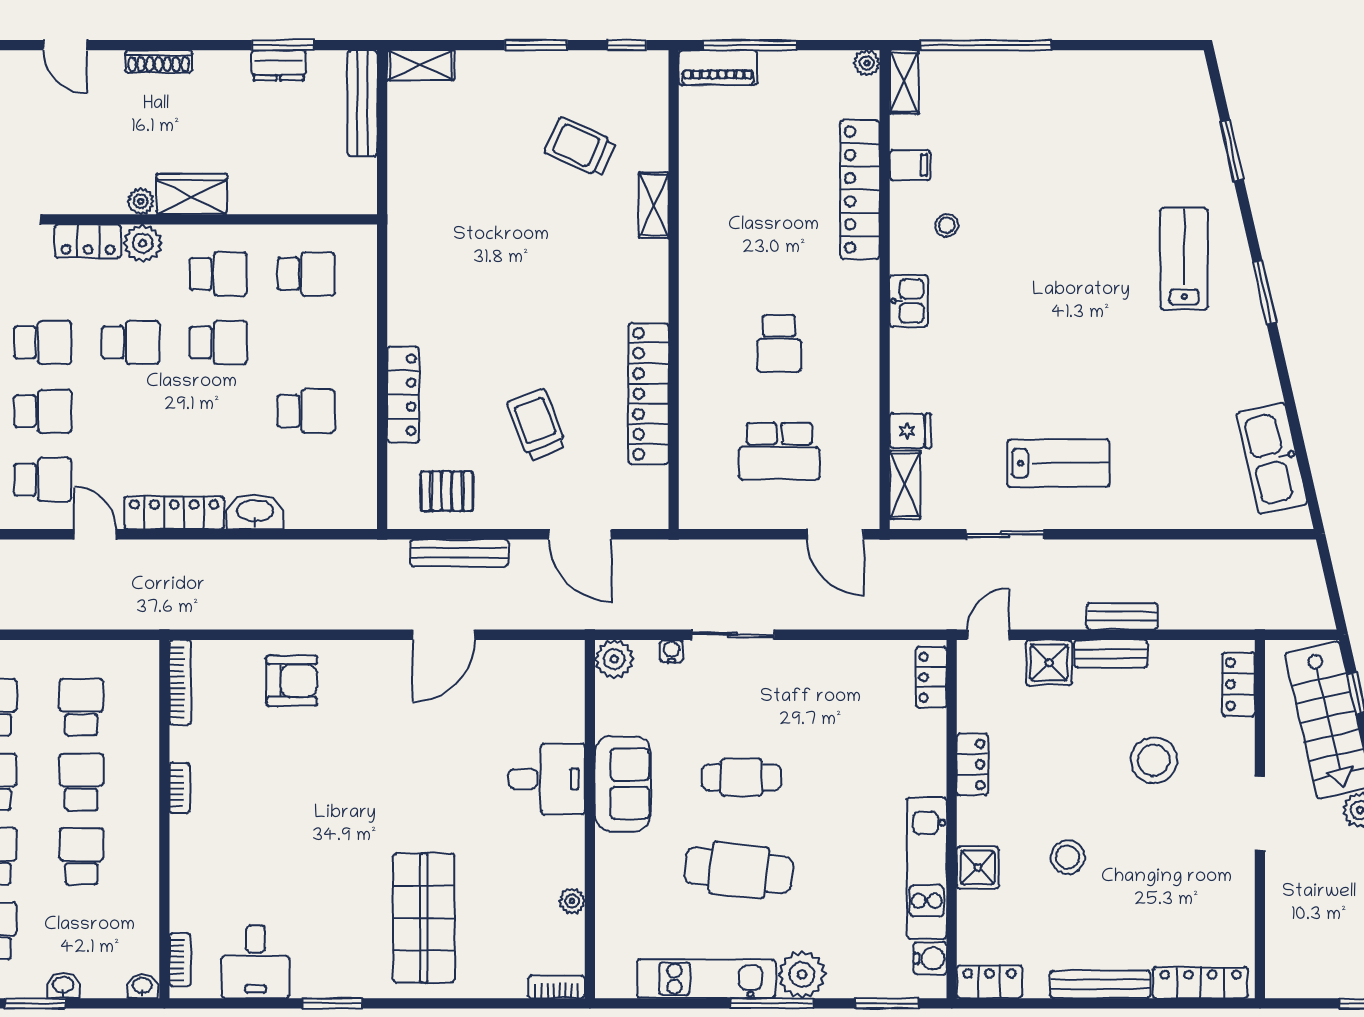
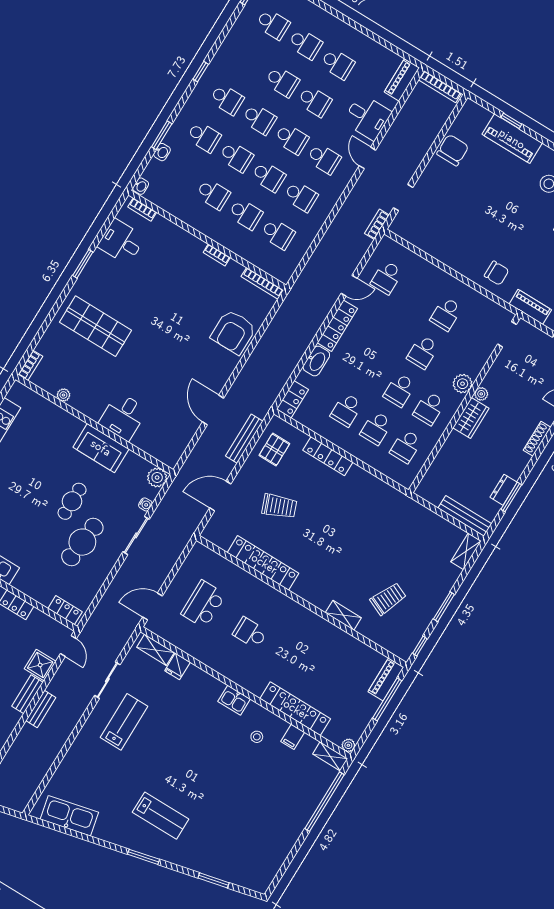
locker: (88, 241) -> (292, 399), moved, turned 180
lab bench: (1184, 259) -> (161, 816), moved
school desk: (43, 411) -> (376, 428), moved
lab bench: (1058, 463) -> (124, 722), turned 180
armchair: (292, 681) -> (233, 332), width x1.36, depth x1.36
cafe table: (739, 870) -> (82, 542), moved

